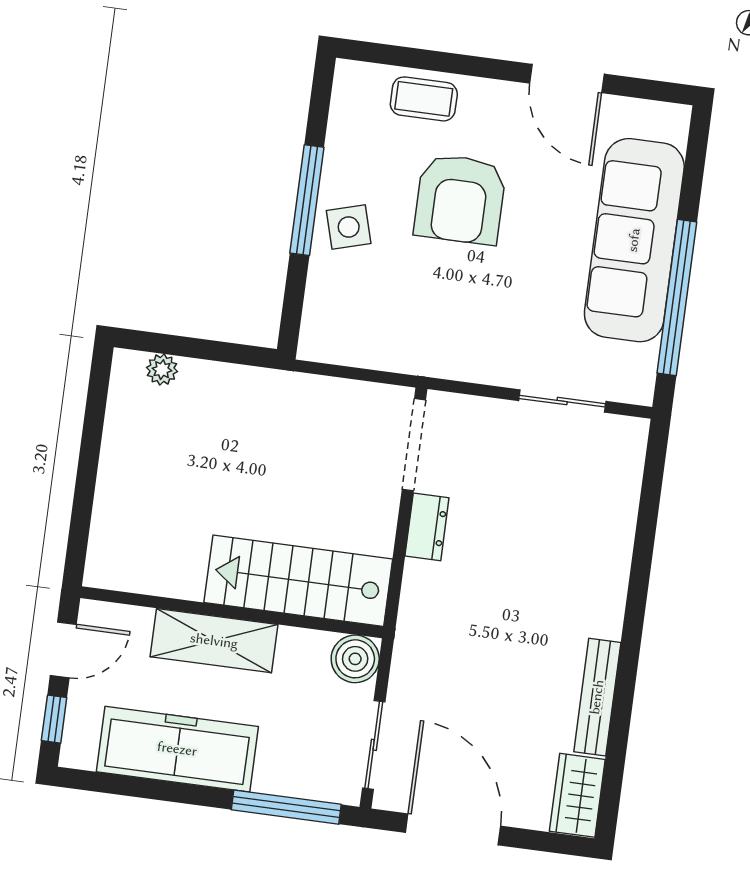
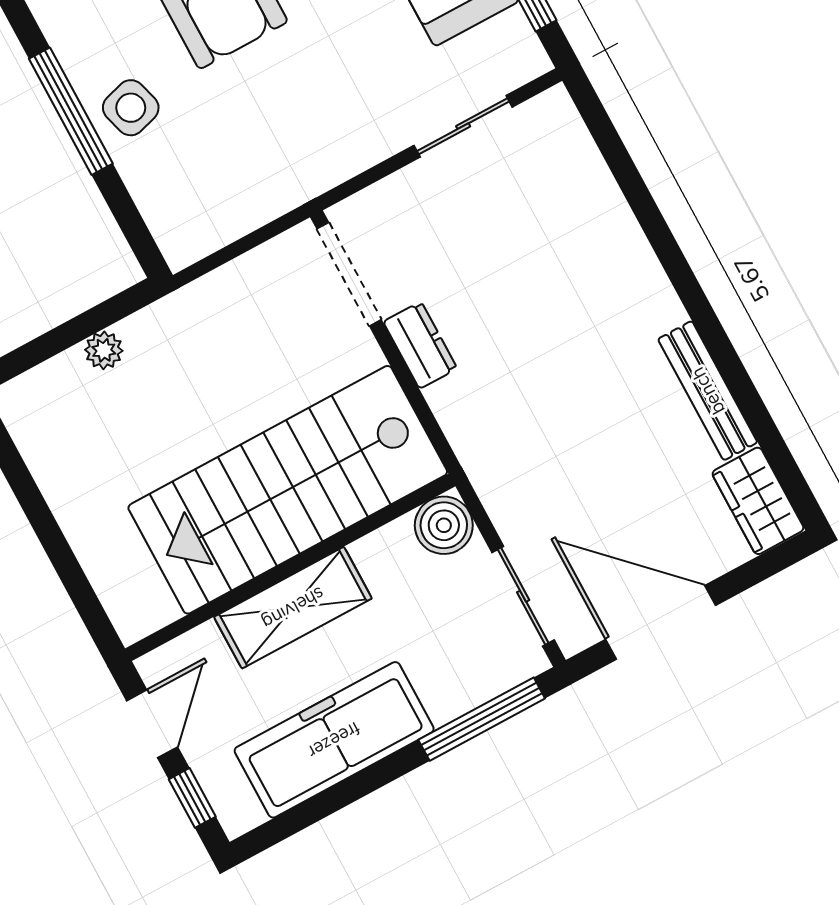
plant: (162, 370) -> (104, 350), moved
stairs: (298, 581) -> (288, 490), width x1.36, depth x1.51

